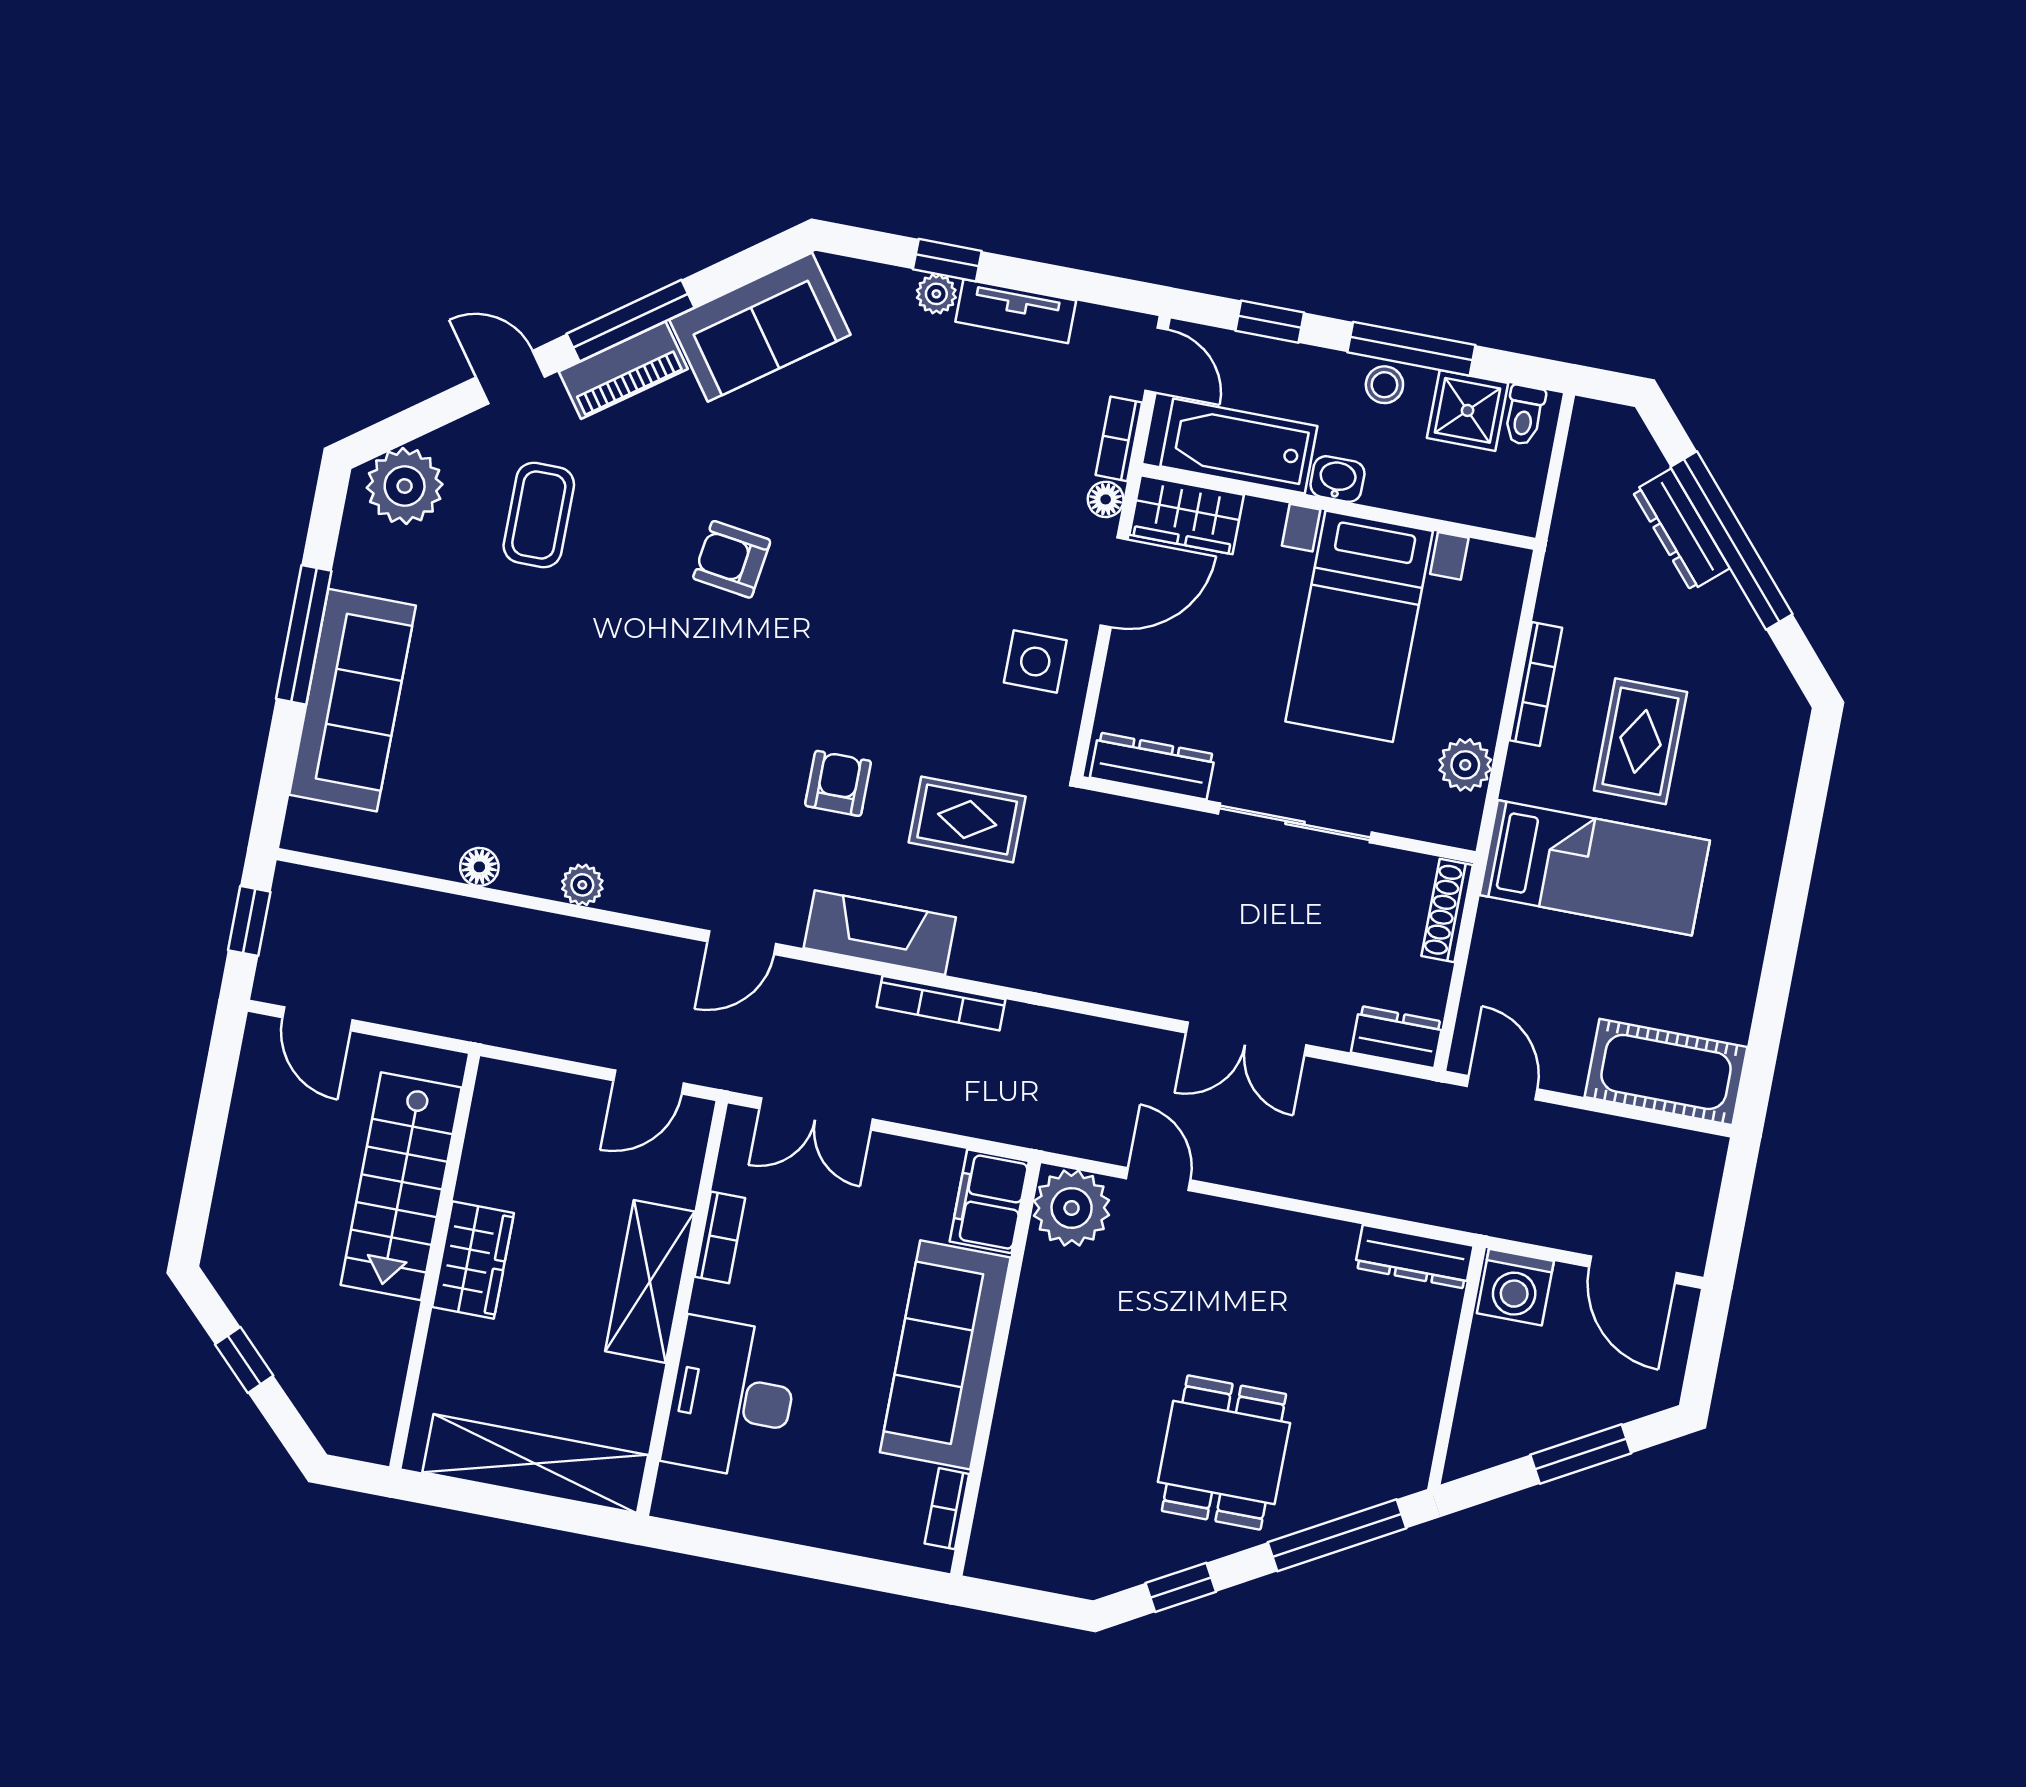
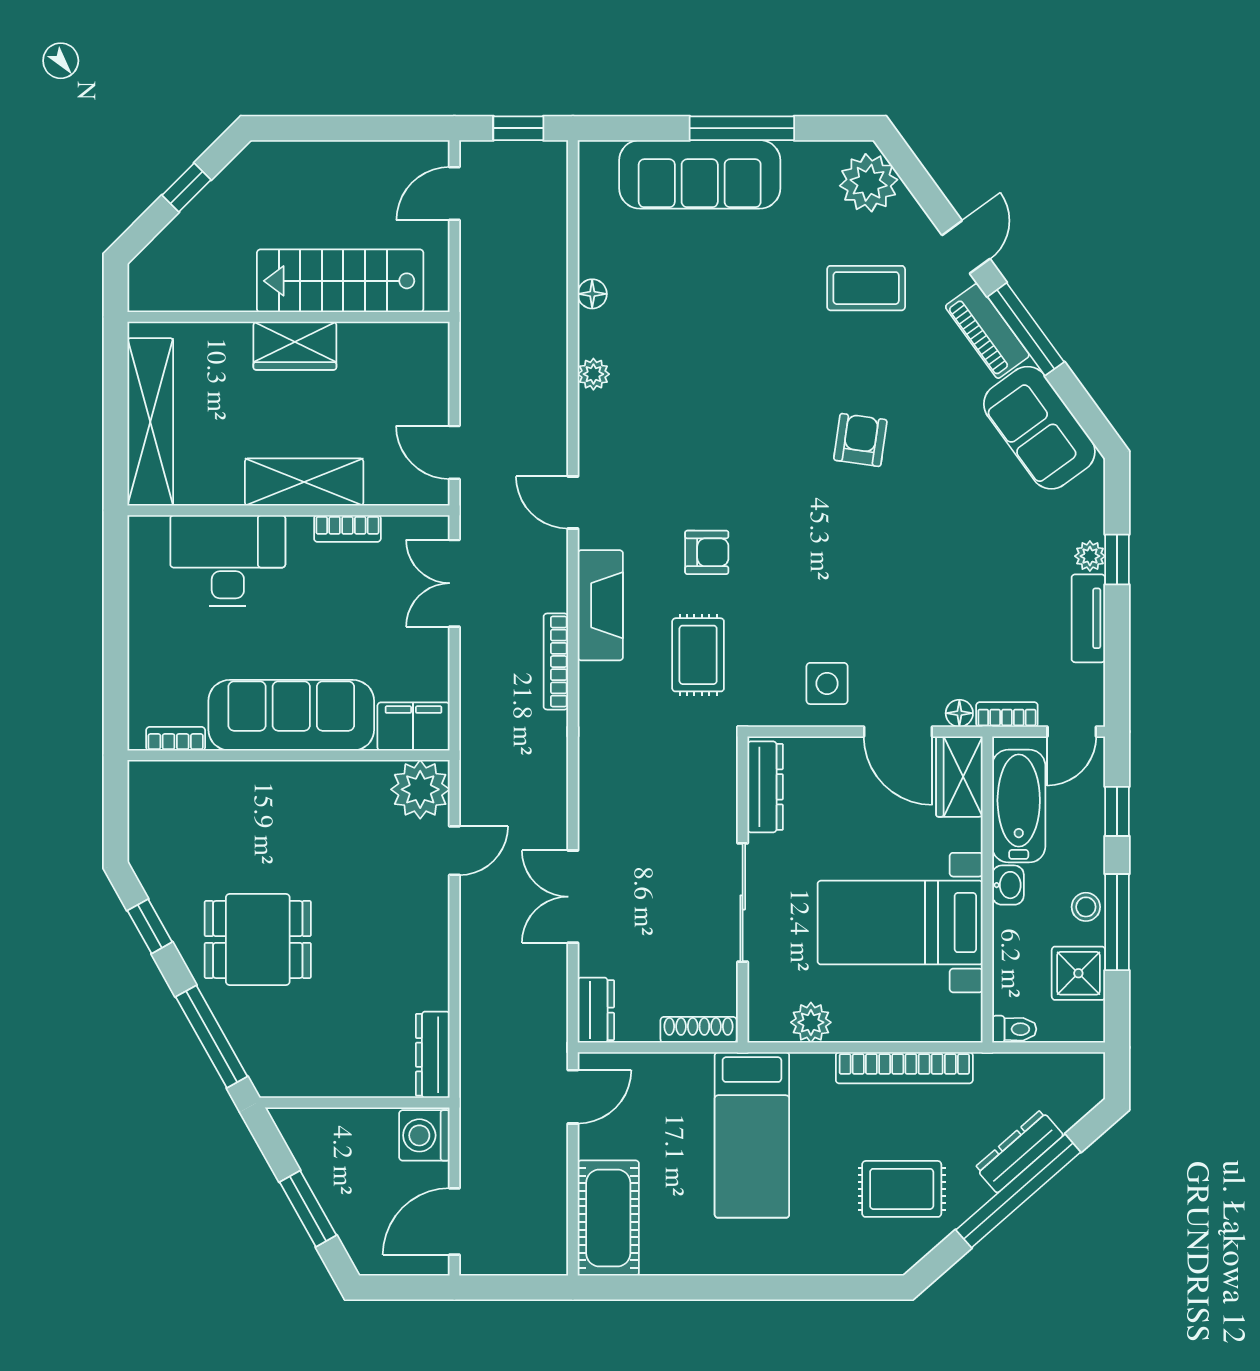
toilet: (1524, 415) -> (1014, 1029), moved, turned 180
bookcase: (1536, 684) -> (904, 1068), width x1.48, depth x1.31
rug: (1640, 741) -> (902, 1189), moved

